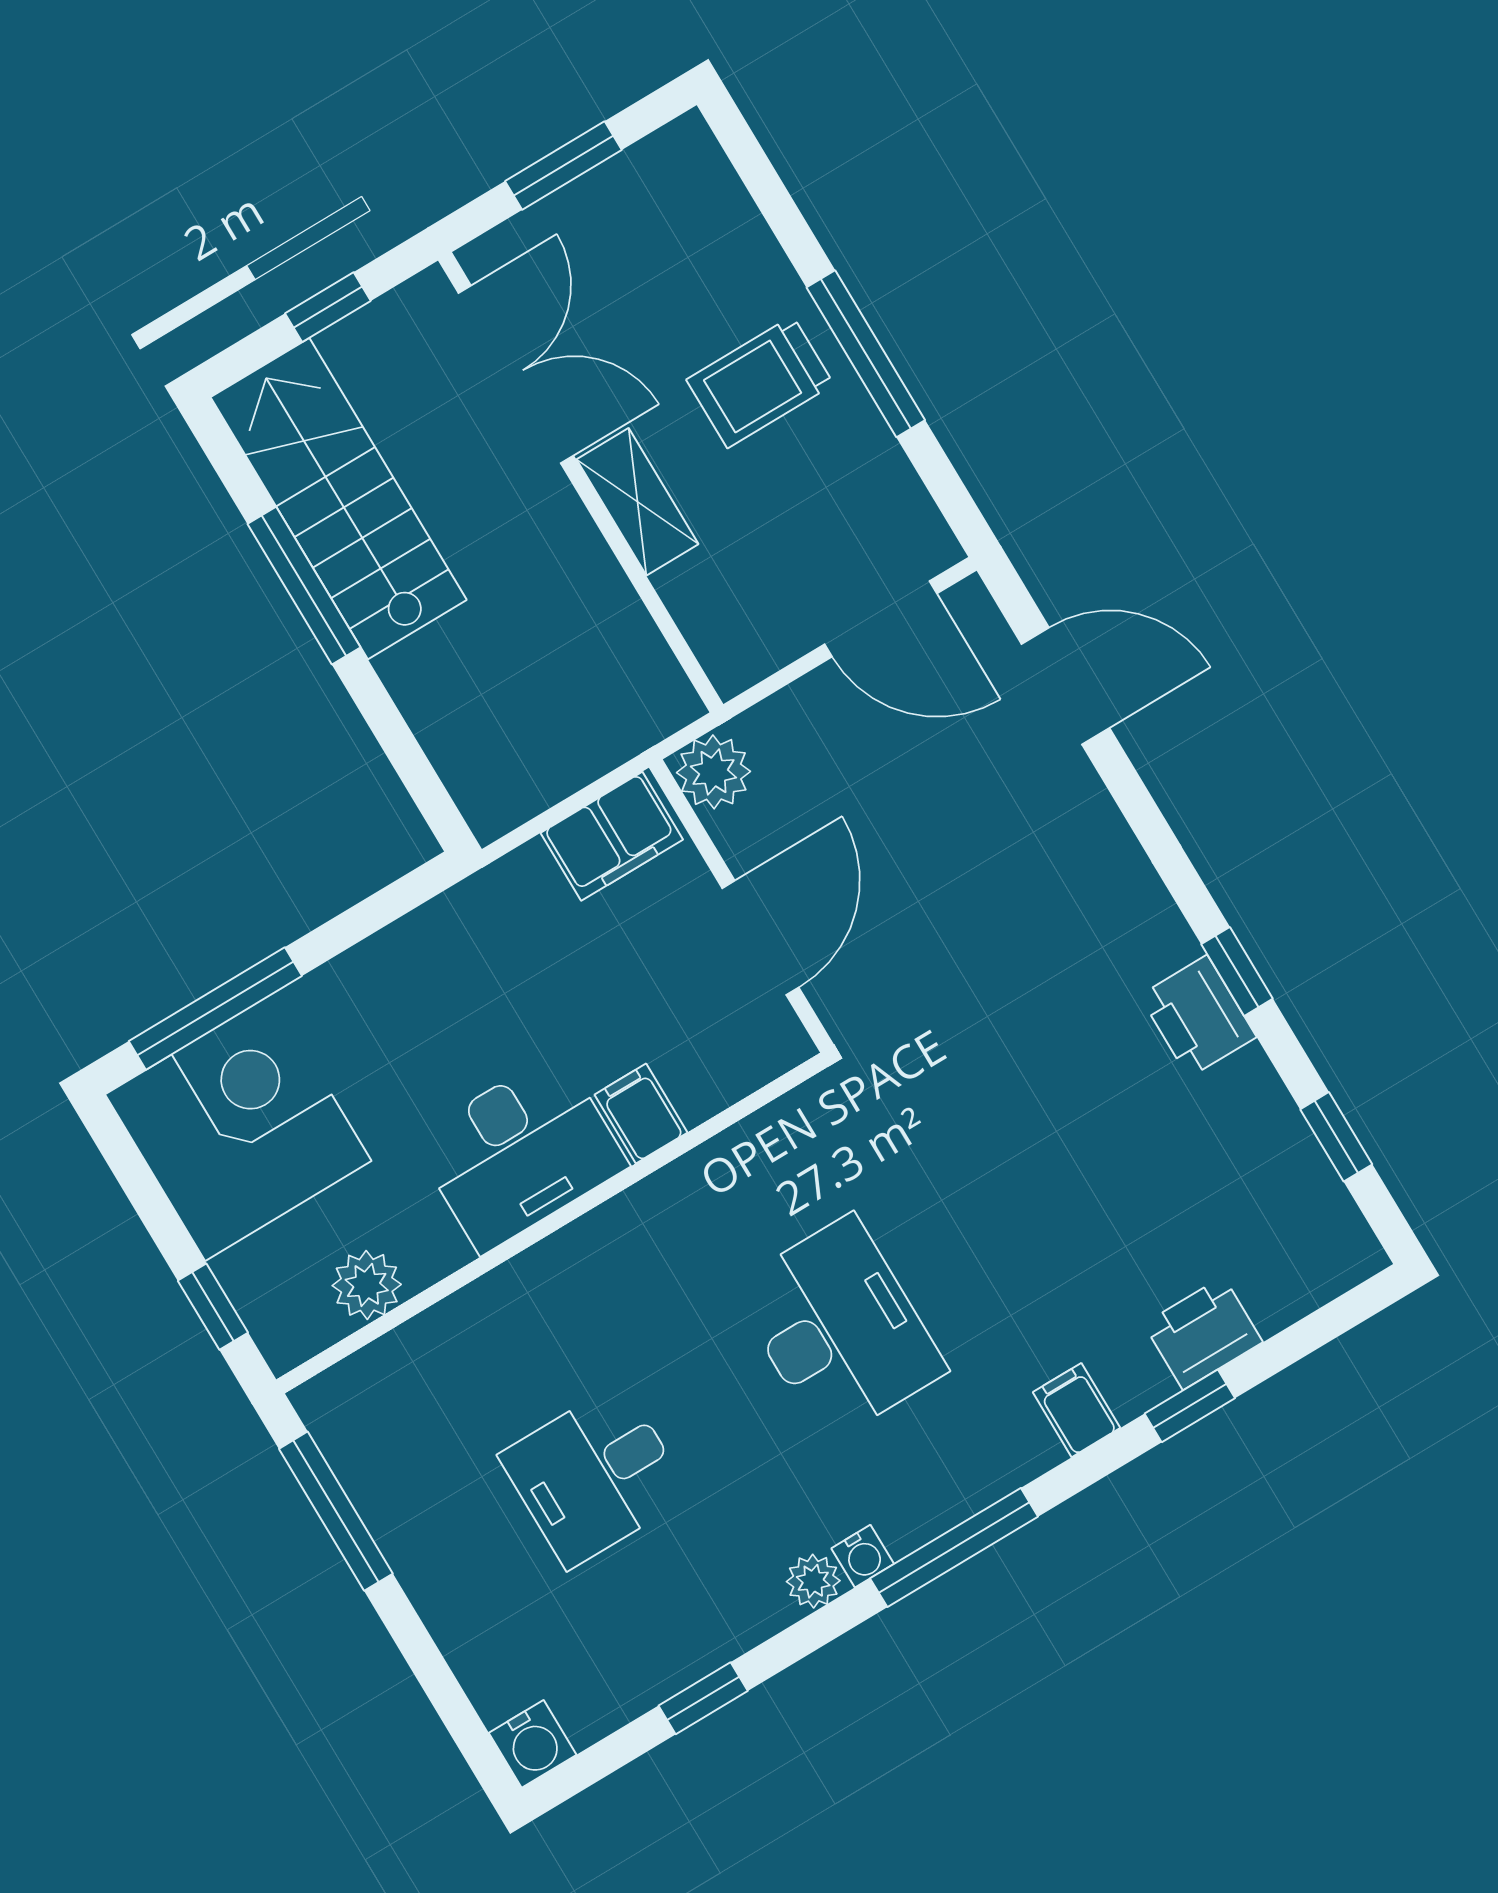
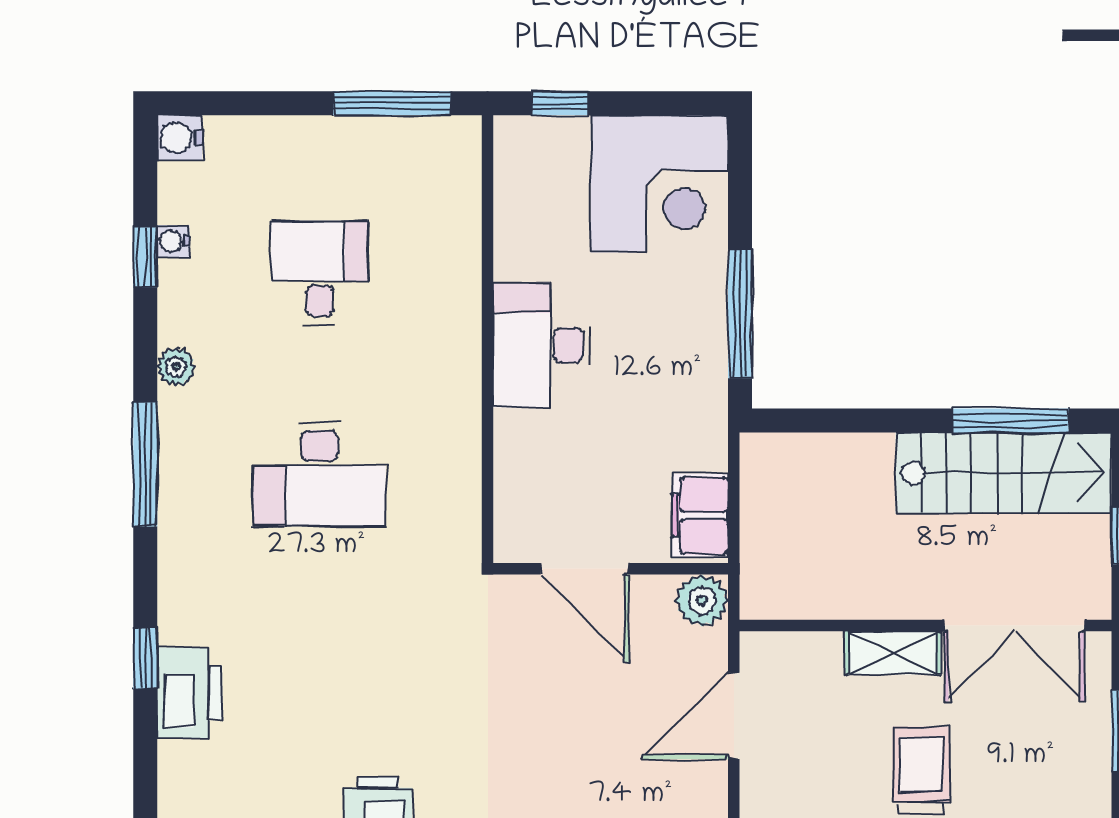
window: (304, 586) -> (1011, 420), moved
door: (881, 619) -> (734, 716), moved
window: (215, 1009) -> (740, 314), moved
filing cabinet: (641, 1114) -> (522, 432), removed
plant: (367, 1285) -> (518, 204), removed
printer: (1203, 1333) -> (190, 693), width x1.37, depth x1.19
filing cabinet: (1077, 1410) -> (184, 588), removed
water cooler: (863, 1556) -> (173, 241), moved

